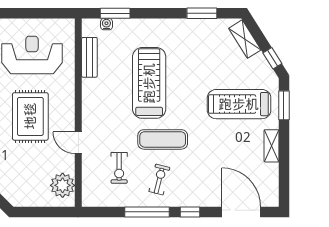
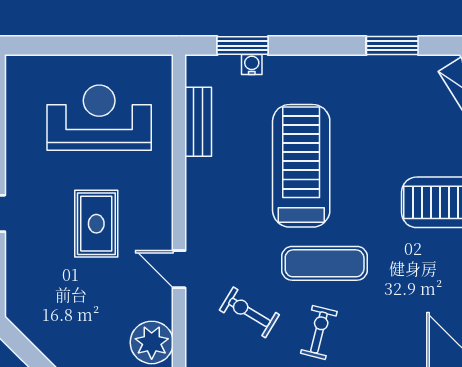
water cooler: (106, 24) -> (252, 64), moved
rug: (30, 116) -> (96, 224), width x0.73, depth x0.70
exercise bike: (119, 168) -> (249, 312), turned 121

